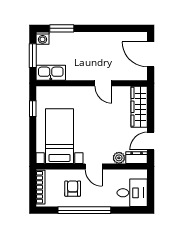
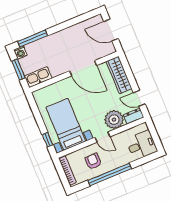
window: (62, 28) -> (32, 39), width x1.44
door: (103, 83) -> (83, 68), width x1.88
window: (33, 109) -> (47, 140), moved
door: (151, 141) -> (139, 98), hinge flipped
plant: (119, 158) -> (114, 120), width x1.87, depth x1.87

